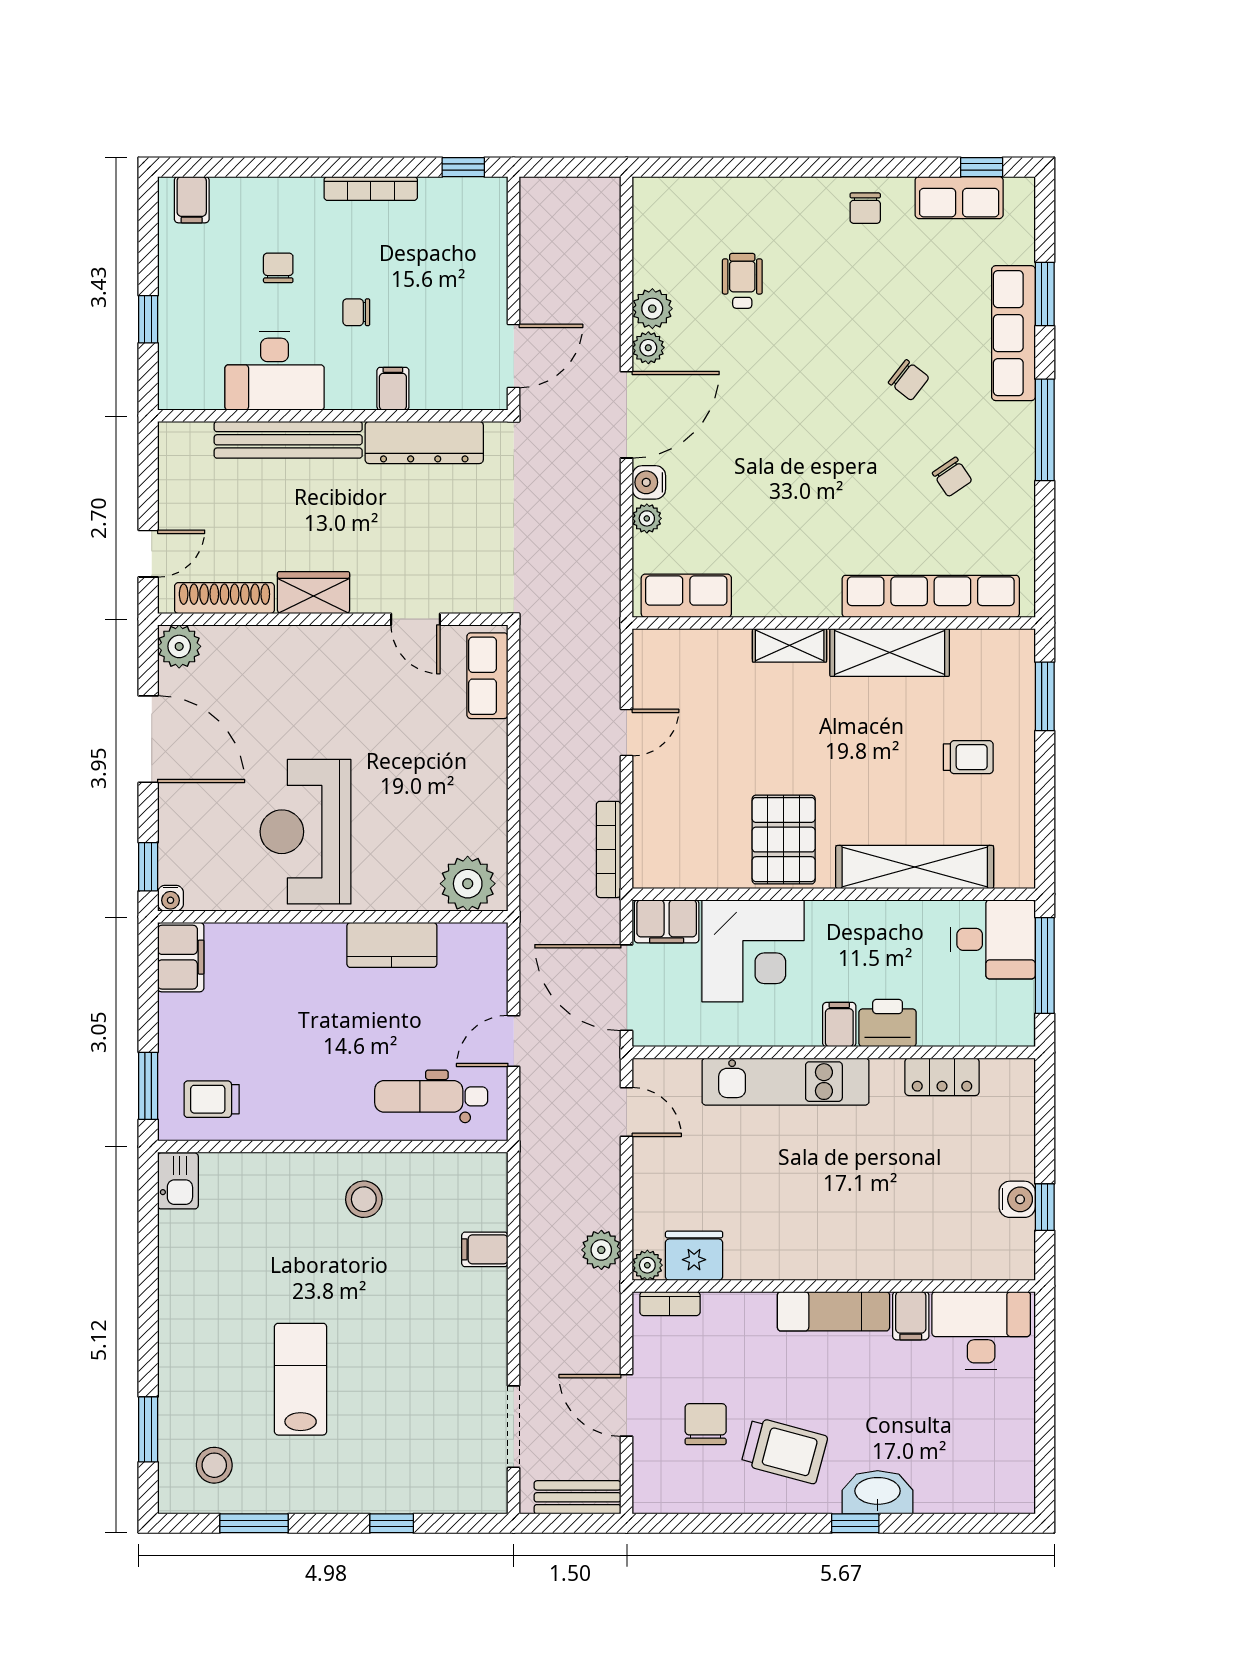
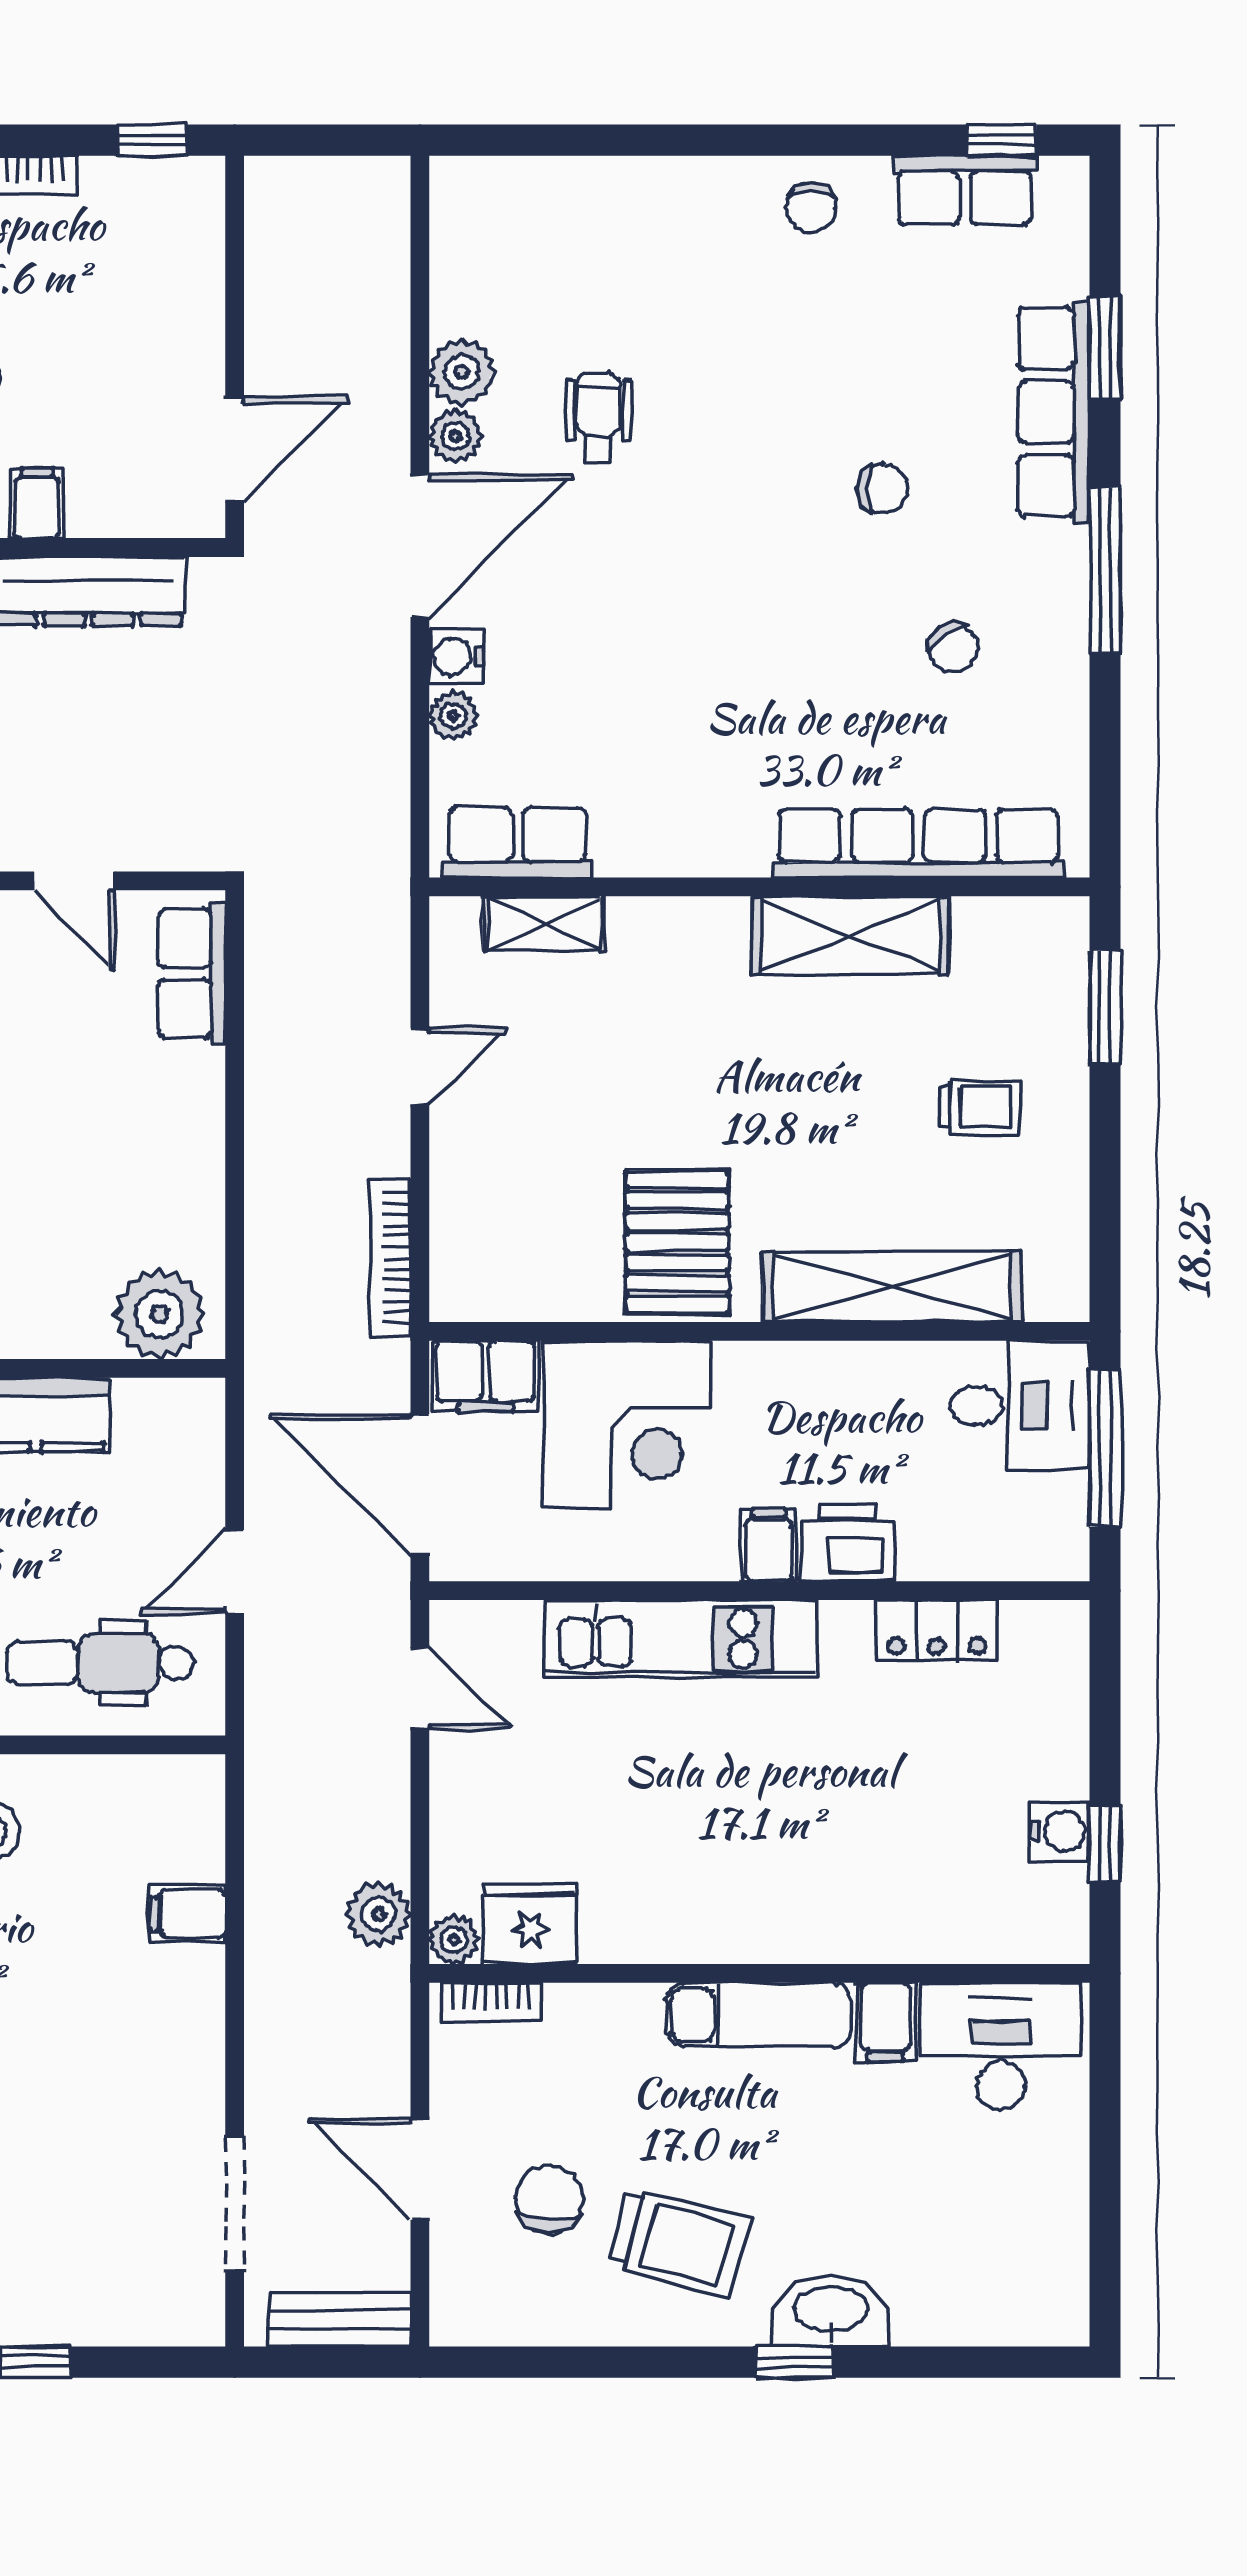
wheelchair: (742, 281) -> (598, 418), moved
chair: (909, 380) -> (882, 489), turned -38
shelving: (790, 645) -> (544, 924), moved

